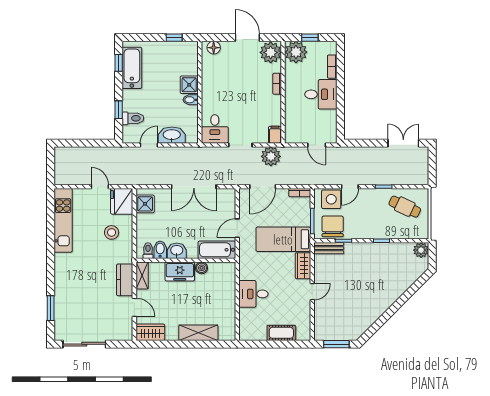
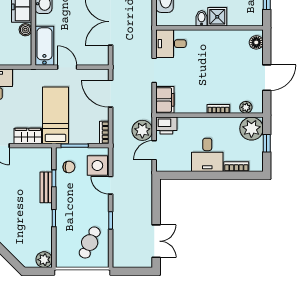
plant: (271, 52) -> (246, 107), width x0.53, depth x0.53
printer: (293, 133) -> (166, 125), added
filing cabinet: (275, 135) -> (165, 100), width x2.00
plant: (271, 156) -> (142, 130), moved
chair: (333, 226) -> (69, 167), width x0.54, depth x0.54
bench: (329, 248) -> (46, 187), moved

